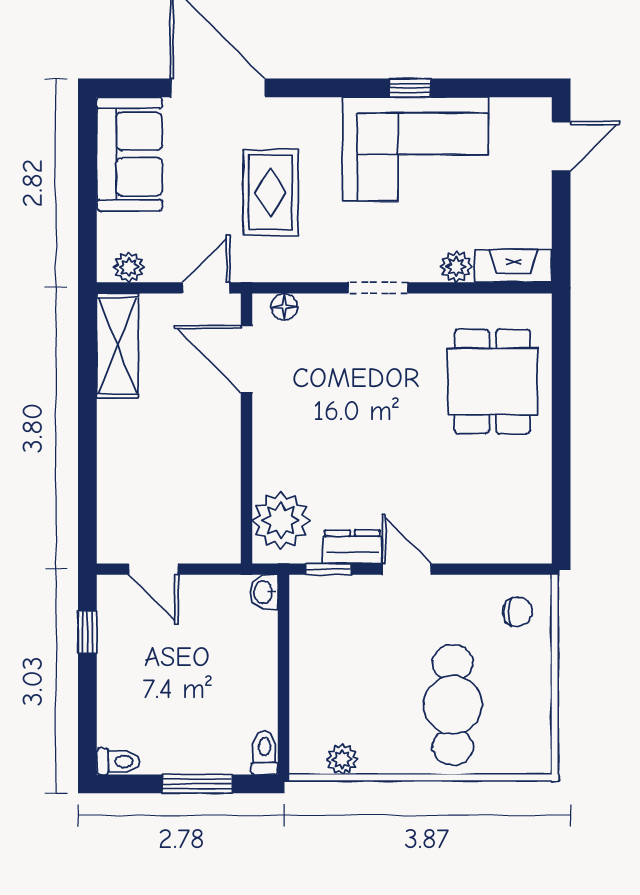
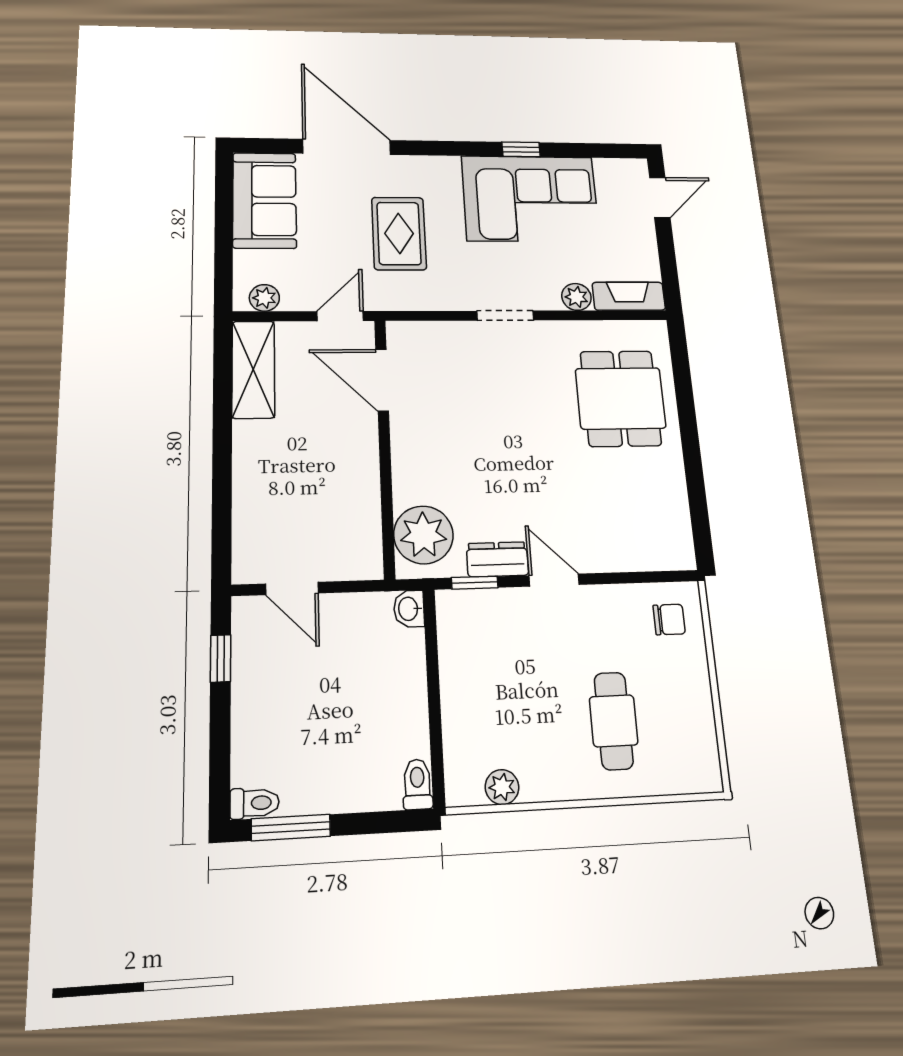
floor lamp: (284, 307) -> (417, 333), removed
cafe table: (453, 705) -> (614, 721), width x0.73, depth x0.74
window: (197, 784) -> (291, 827), moved

